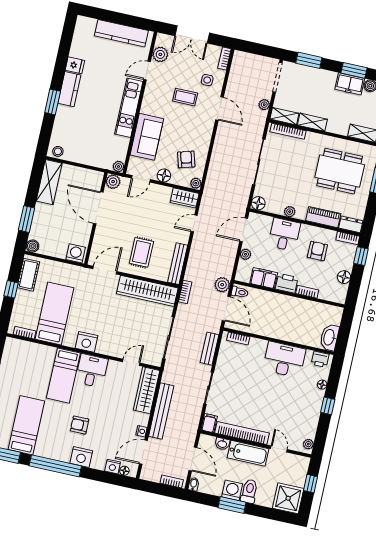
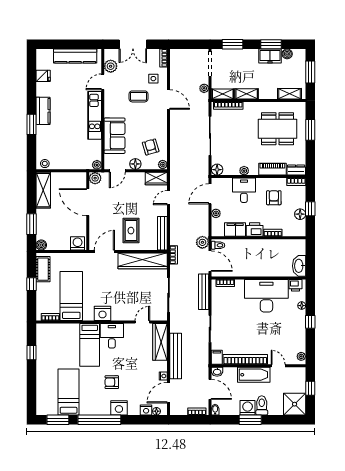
fridge: (75, 65) -> (43, 76), moved
window: (361, 256) -> (310, 209), moved
bench: (209, 349) -> (204, 292), width x1.36
desk: (284, 360) -> (266, 296), width x1.36, depth x1.30
washbasin: (222, 444) -> (217, 372), moved

